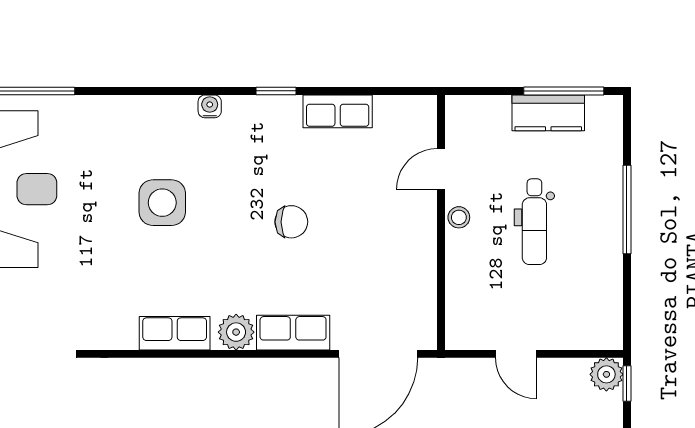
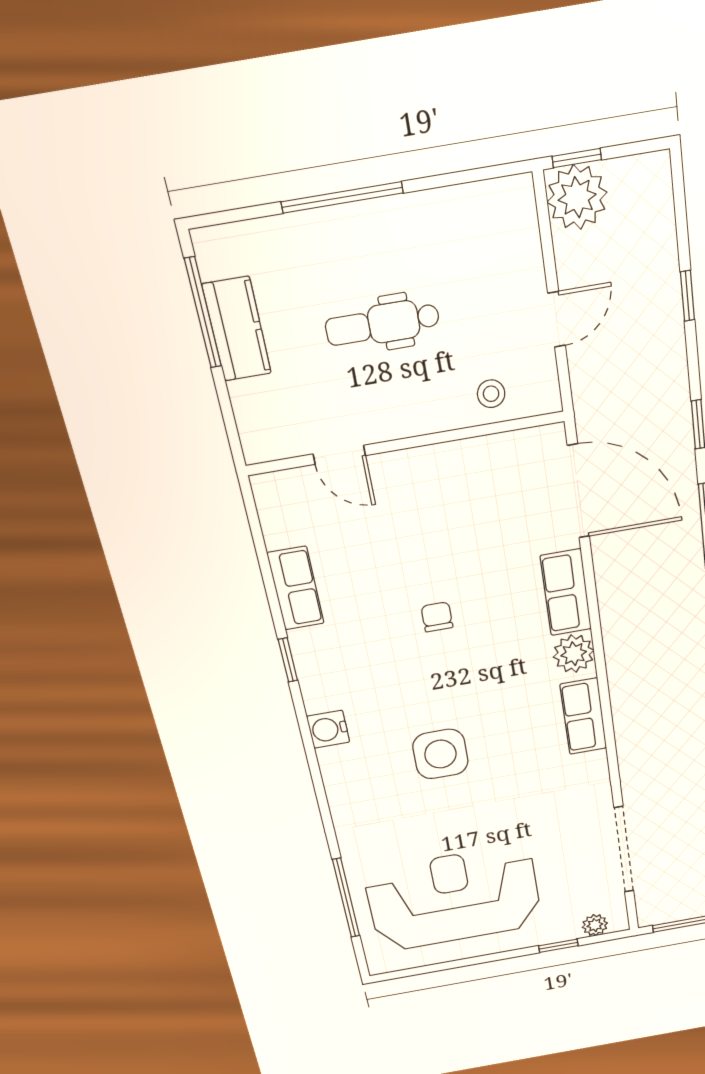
water cooler: (210, 106) -> (328, 729), width x1.38, depth x1.38
stool: (459, 217) -> (491, 394), moved
chair: (291, 222) -> (437, 617), width x0.73, depth x0.73
dental chair: (534, 222) -> (383, 324), turned 180
plant: (606, 374) -> (577, 197), width x1.36, depth x1.36

